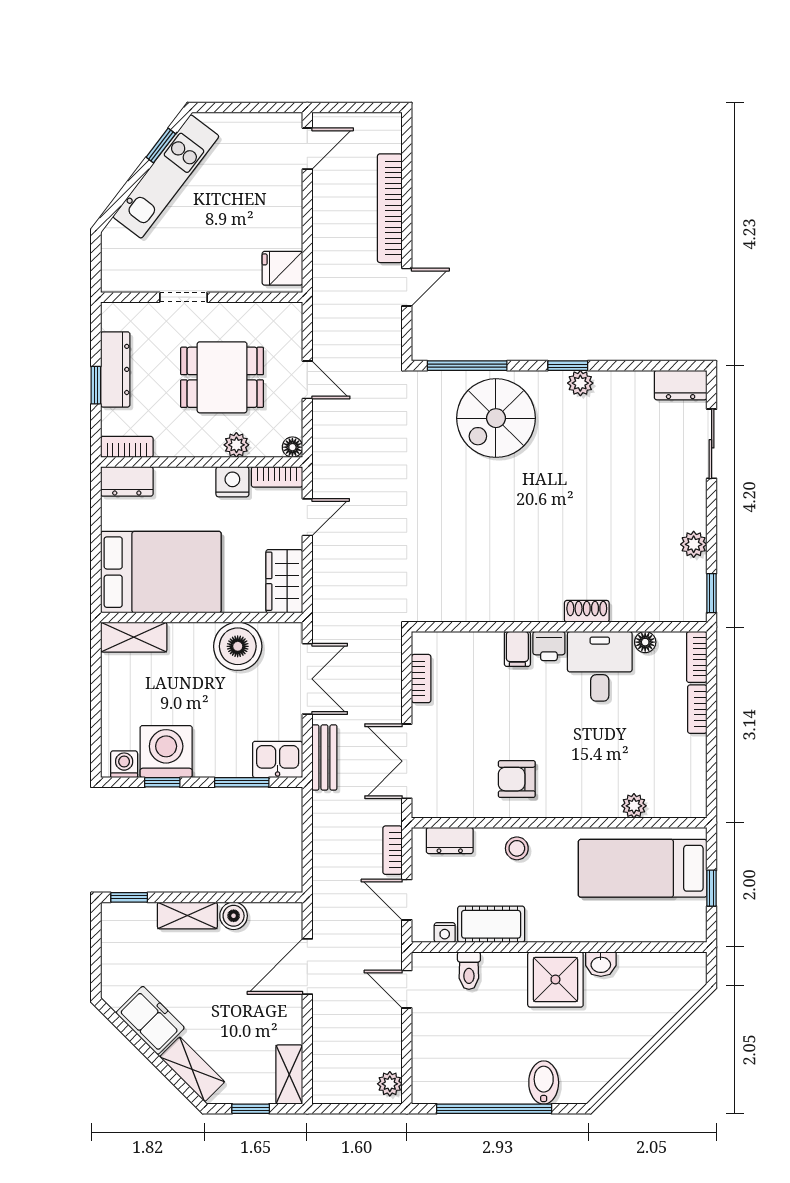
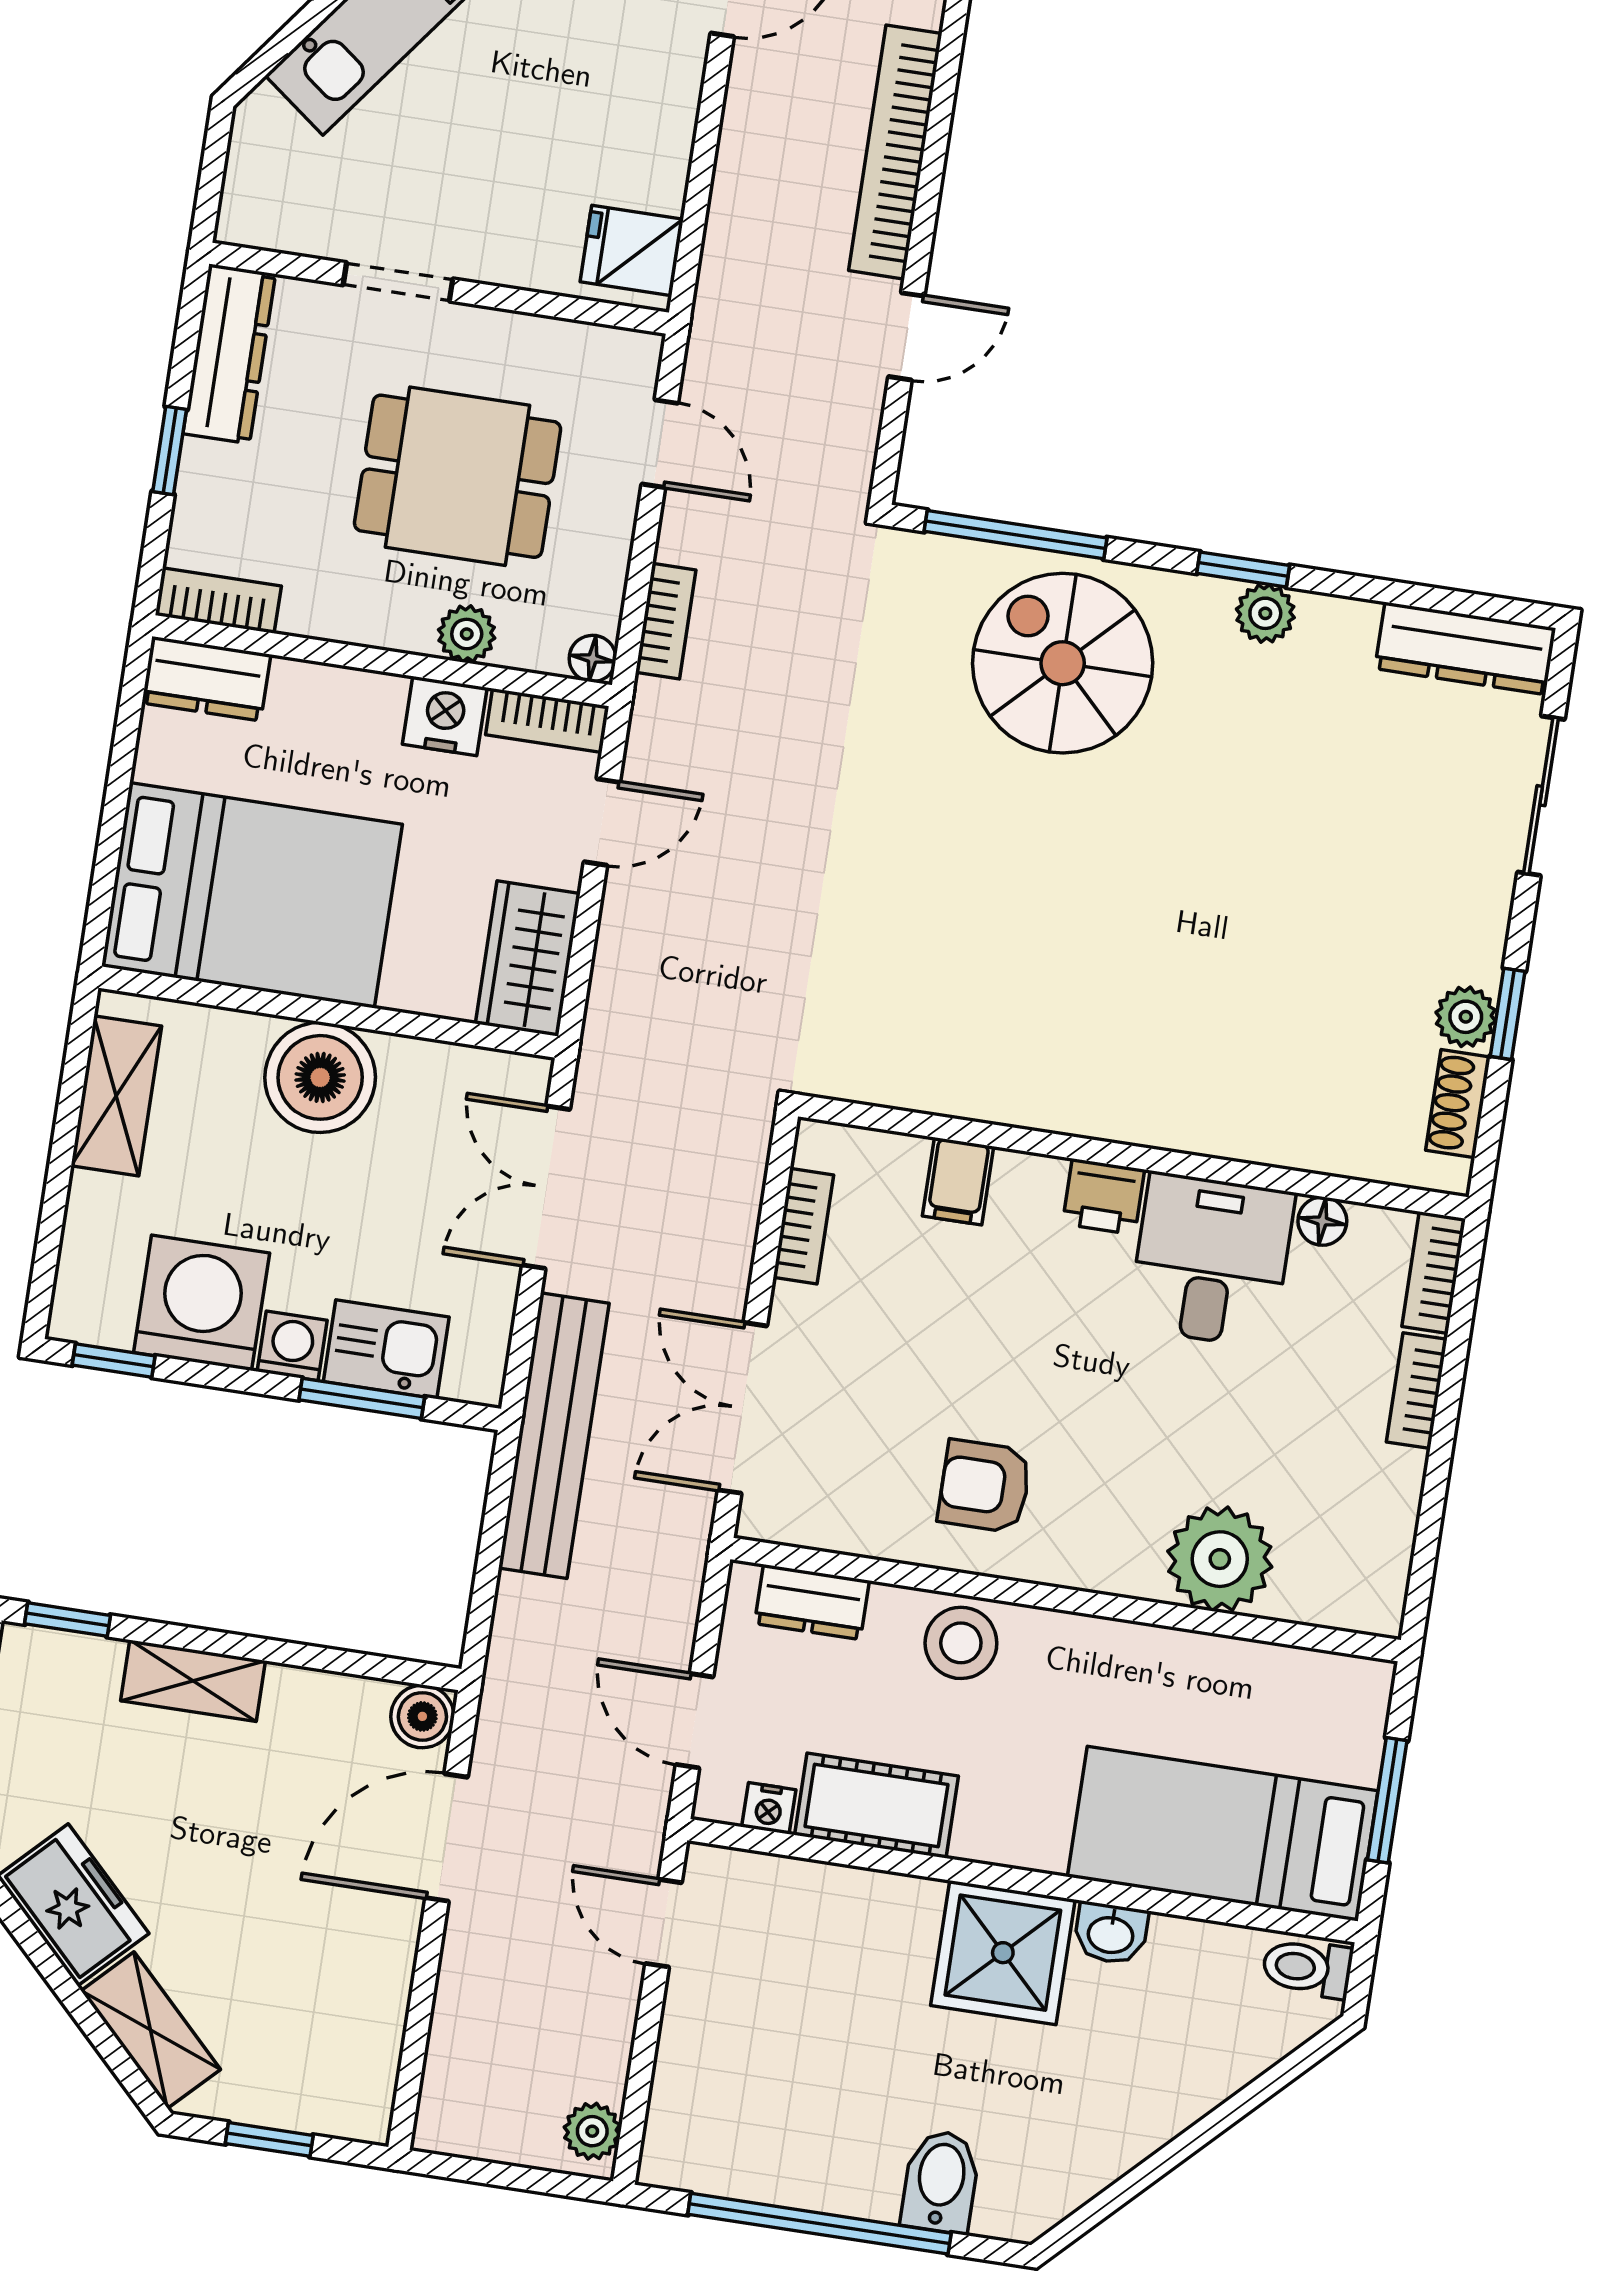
dresser: (115, 369) -> (229, 354), moved
door: (307, 380) -> (660, 444), moved
dresser: (681, 385) -> (1465, 648), width x1.44
spiral stairs: (496, 418) -> (1063, 663), turned 90
window: (712, 593) -> (1508, 1014), moved
shoe rack: (587, 611) -> (1458, 1104), moved, turned -90
shelving: (134, 637) -> (116, 1096), moved, turned 90
boiler: (238, 646) -> (320, 1077), moved
filing cabinet: (517, 649) -> (958, 1181), moved
double door: (307, 679) -> (546, 1187), swing flipped
bench: (324, 757) -> (554, 1436), width x1.86, depth x1.21
kitchen sink: (278, 759) -> (386, 1349), moved
washing machine: (124, 764) -> (292, 1346), moved
window: (162, 782) -> (114, 1360), moved
plant: (634, 806) -> (1220, 1559), width x1.87, depth x1.87
stool: (517, 848) -> (961, 1643), width x1.37, depth x1.37
bookcase: (392, 850) -> (666, 621), moved, turned 180
bed: (643, 868) -> (1223, 1834), moved
window: (712, 888) -> (1387, 1800), width x1.50
boiler: (234, 916) -> (422, 1716), moved
toilet: (469, 971) -> (1307, 1968), moved, turned 90
shelving: (289, 1074) -> (368, 2075), removed

